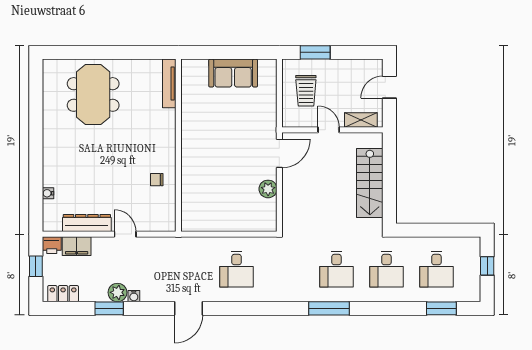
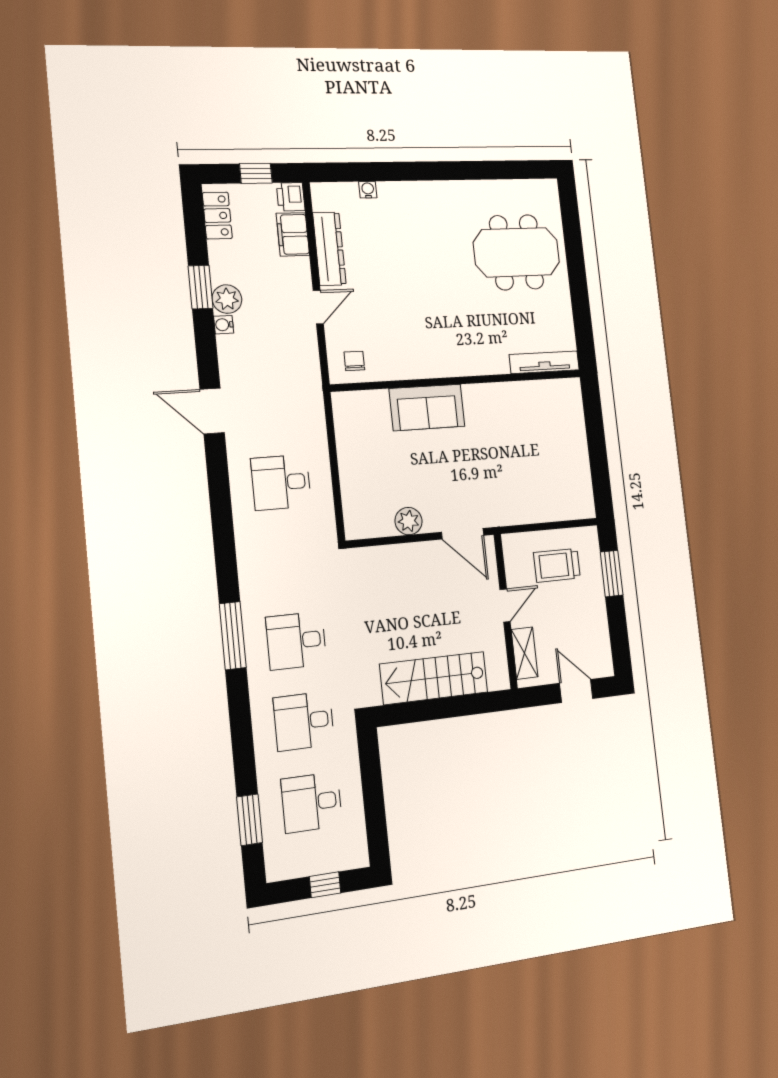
sofa: (233, 73) -> (427, 407), moved, turned -90
chair: (157, 180) -> (354, 361), moved

